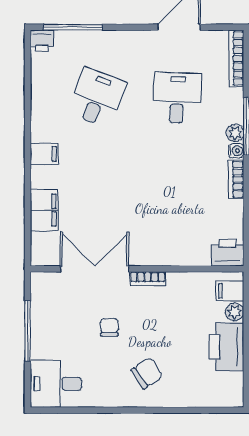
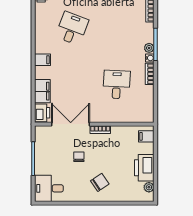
desk: (177, 98) -> (117, 85), moved
printer: (228, 253) -> (42, 113), moved, turned 90
plant: (235, 312) -> (149, 187), moved

